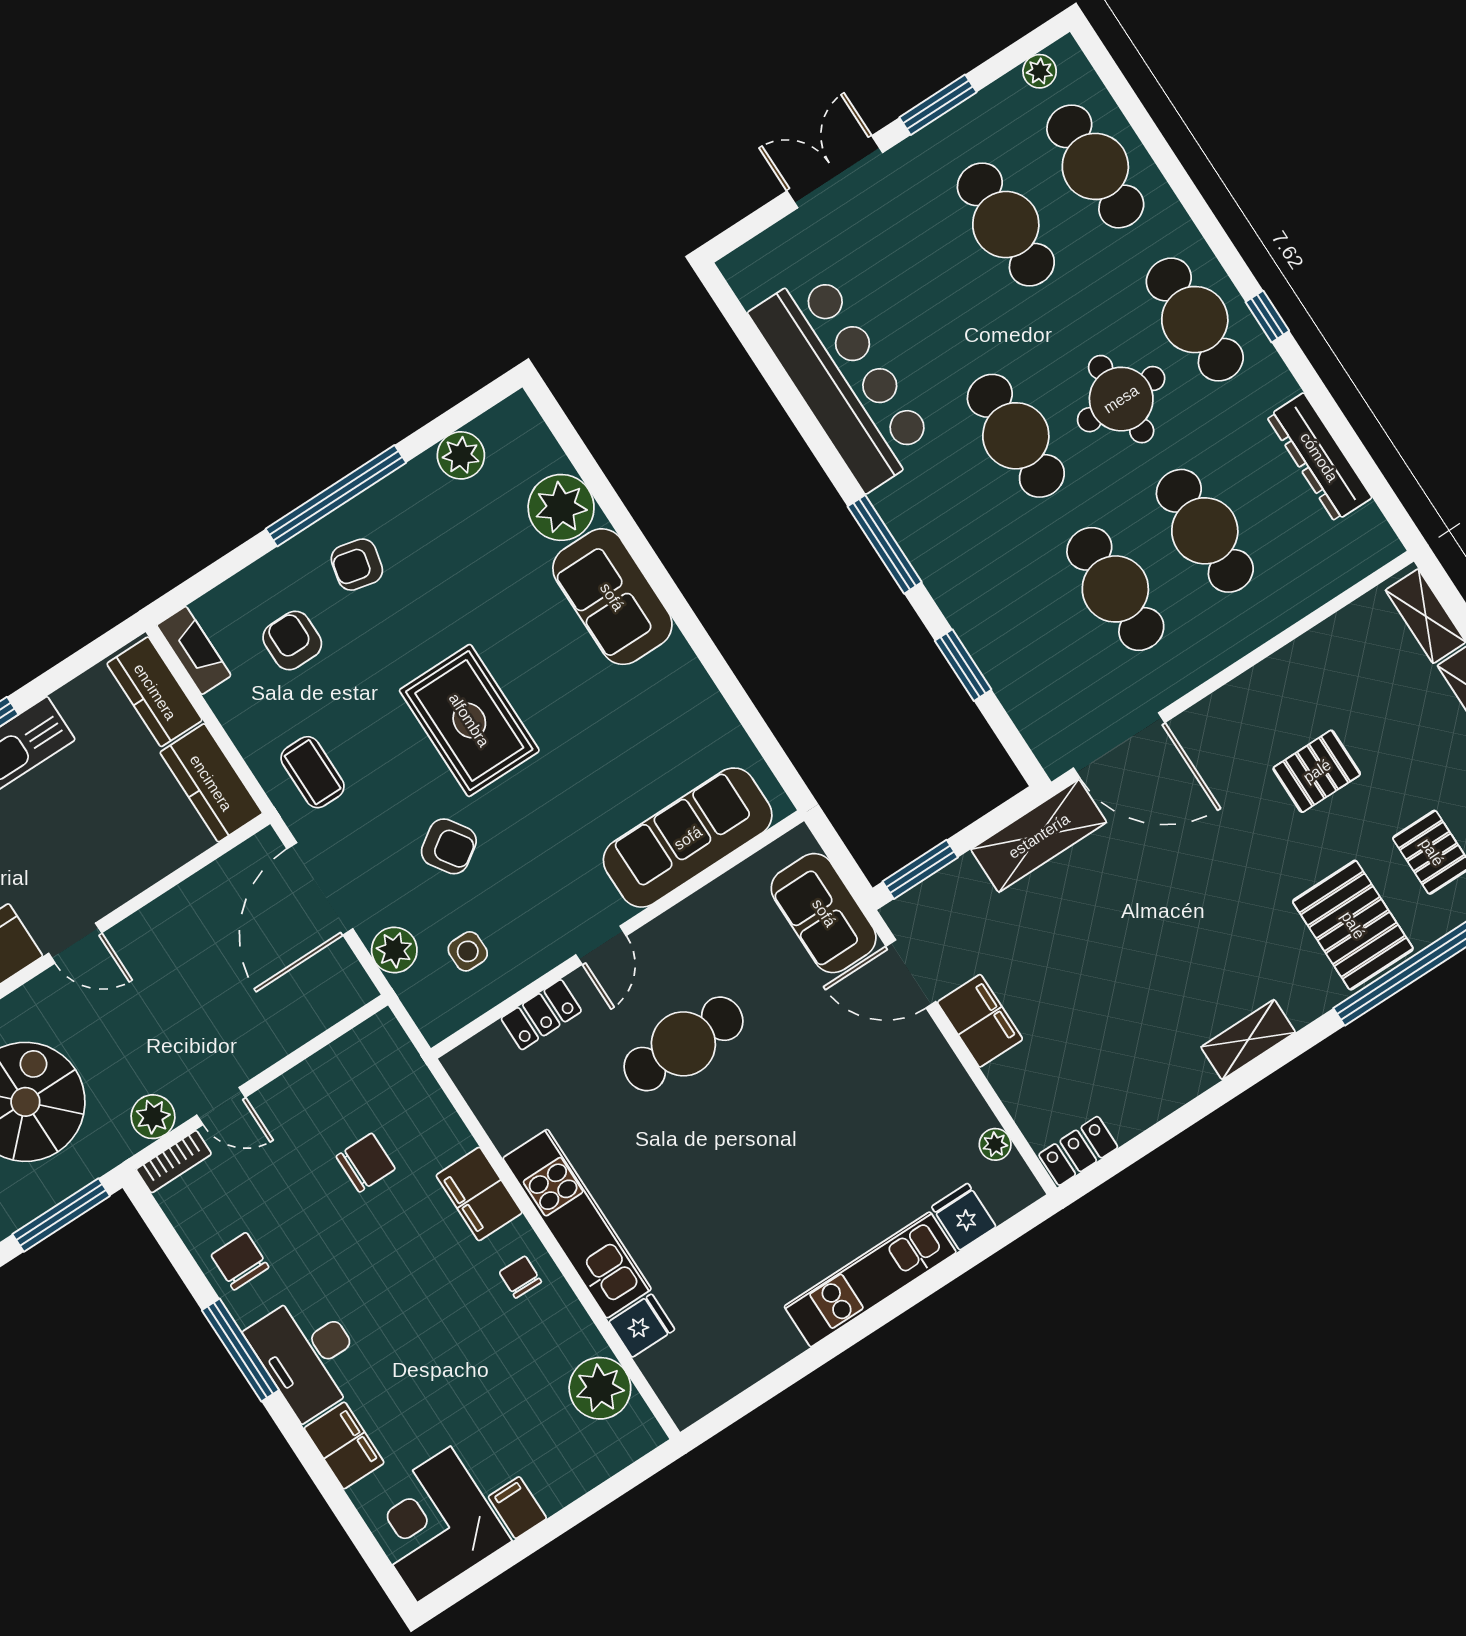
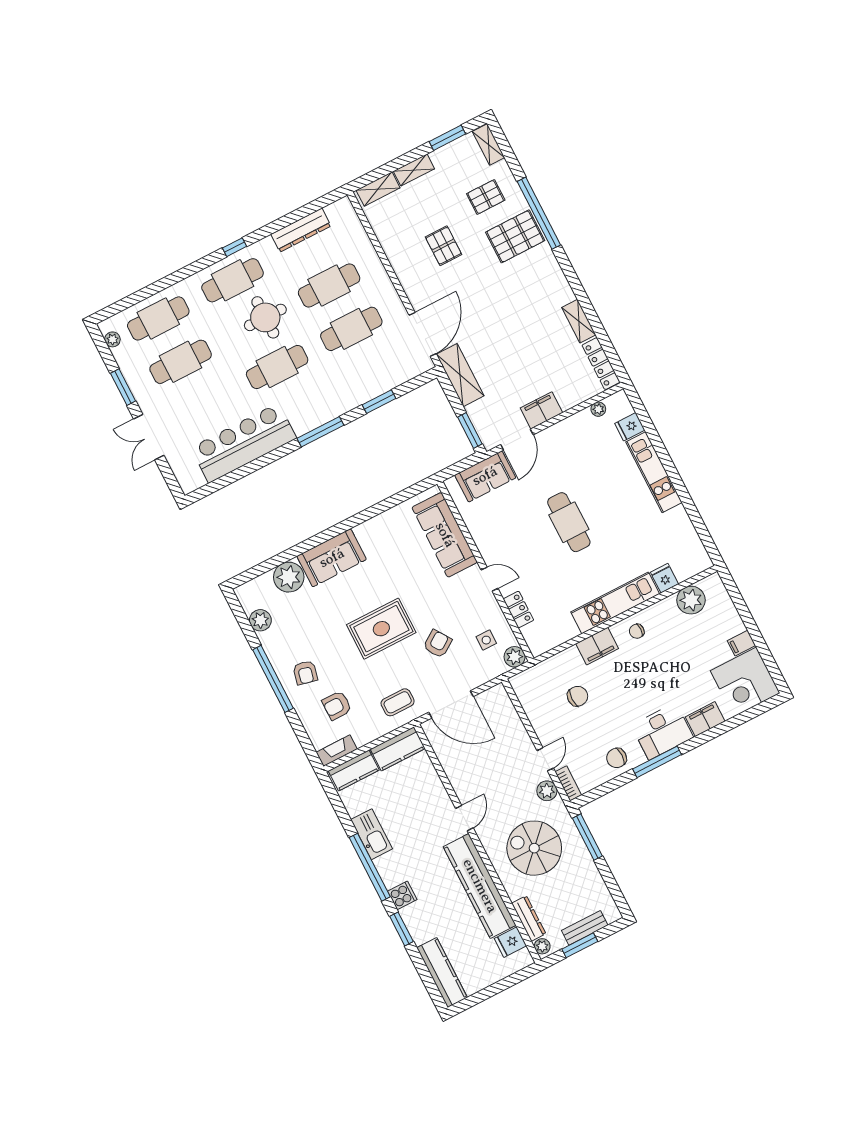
plant: (394, 950) -> (515, 657), moved
shelving: (1248, 1040) -> (579, 321), moved
cafe table: (683, 1044) -> (569, 522), moved
locker: (1078, 1151) -> (601, 364), width x1.53
chair: (366, 1163) -> (578, 696), turned 90

